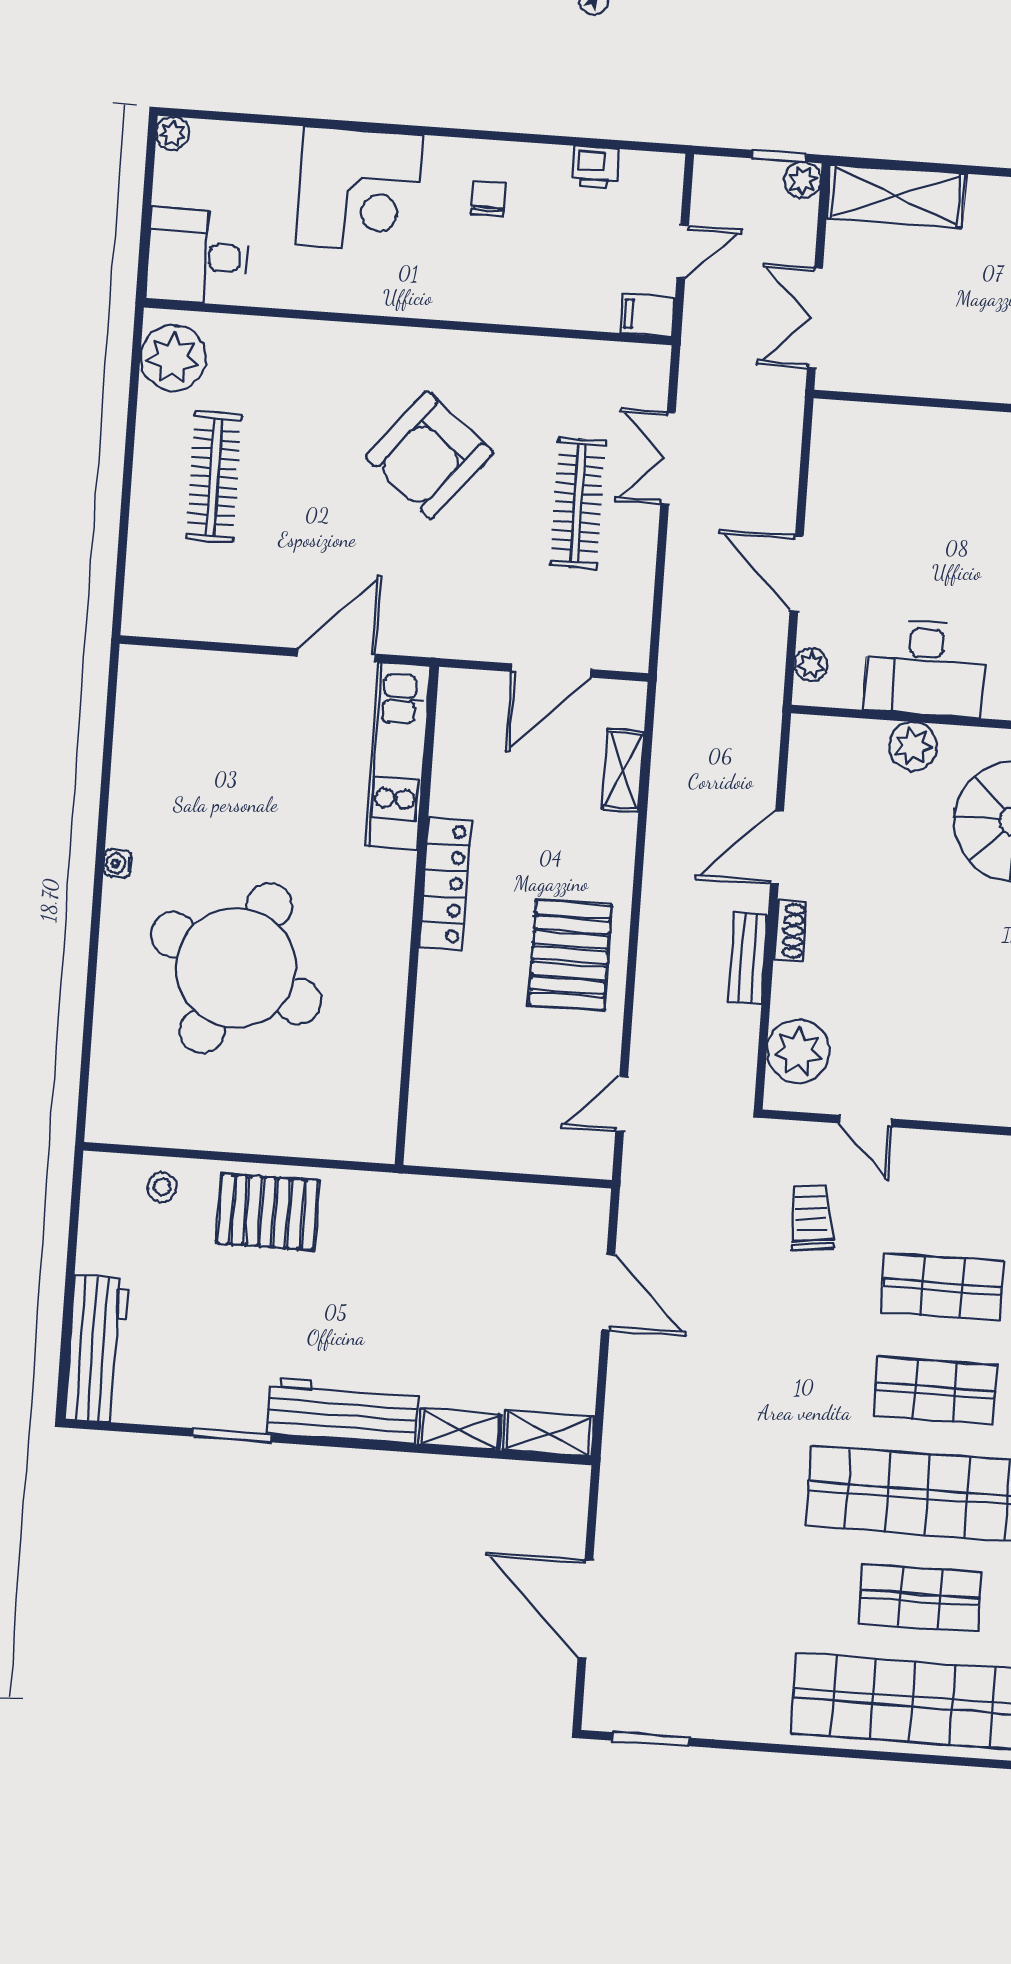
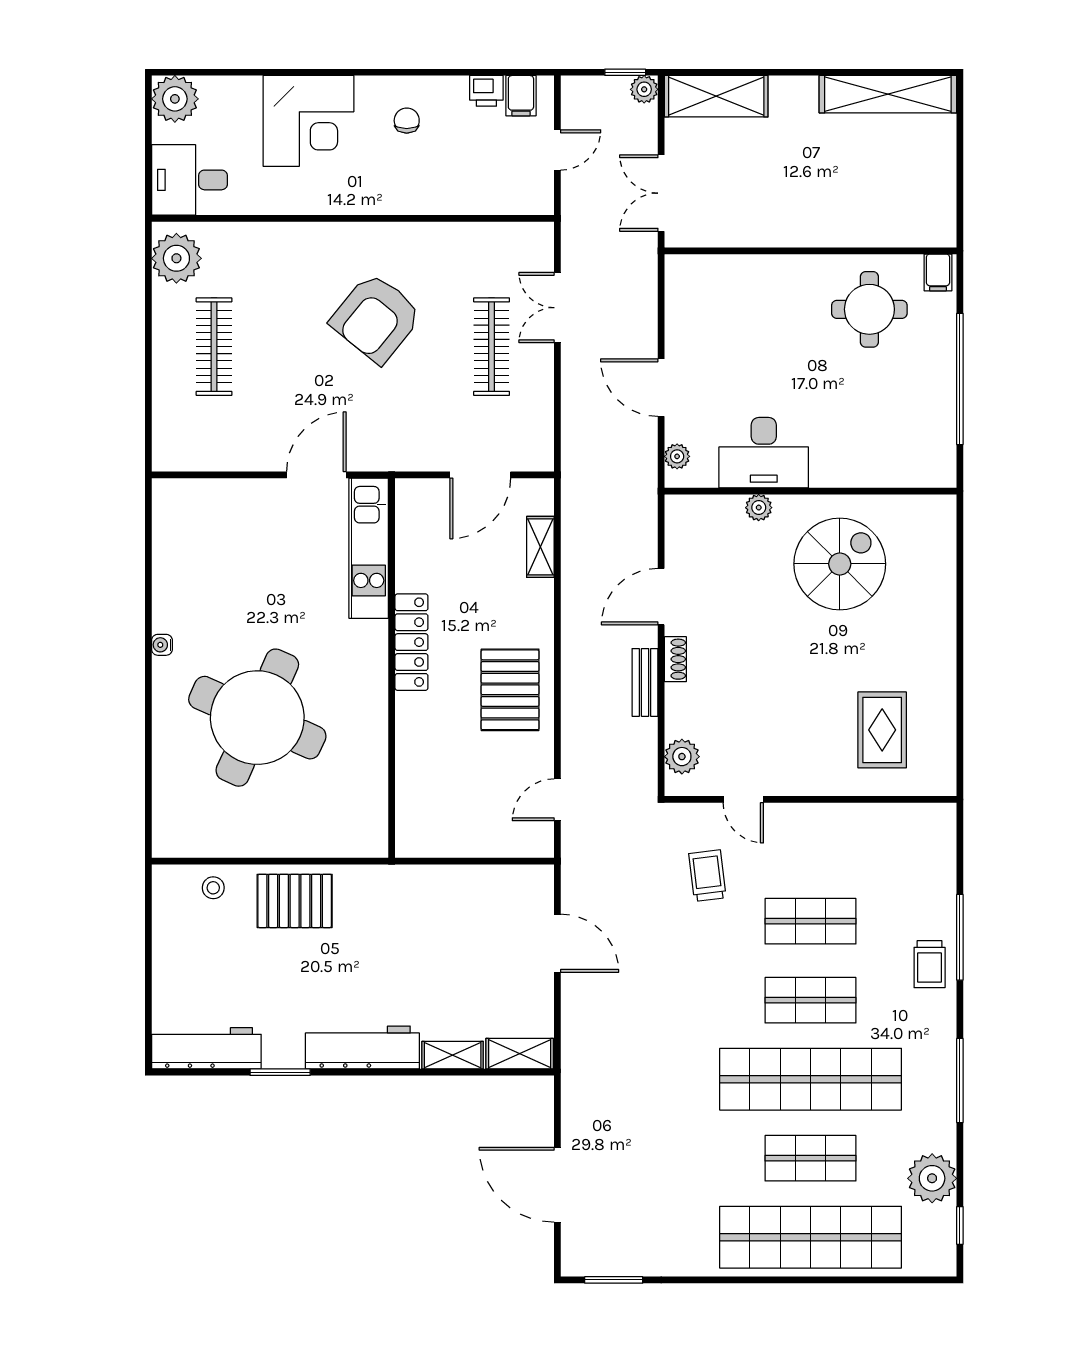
plant: (173, 133) -> (175, 99), width x1.88, depth x1.88
filing cabinet: (647, 315) -> (521, 96), moved, turned -90
plant: (913, 746) -> (759, 508), width x0.73, depth x0.73
plant: (798, 1051) -> (682, 757), width x0.73, depth x0.73
workbench: (96, 1349) -> (206, 1048), moved, turned -90

